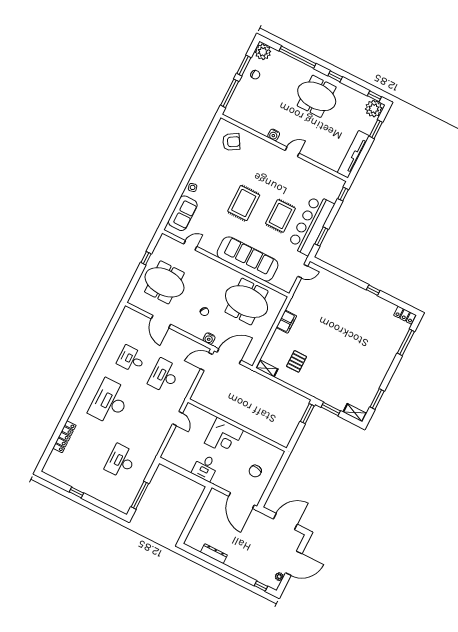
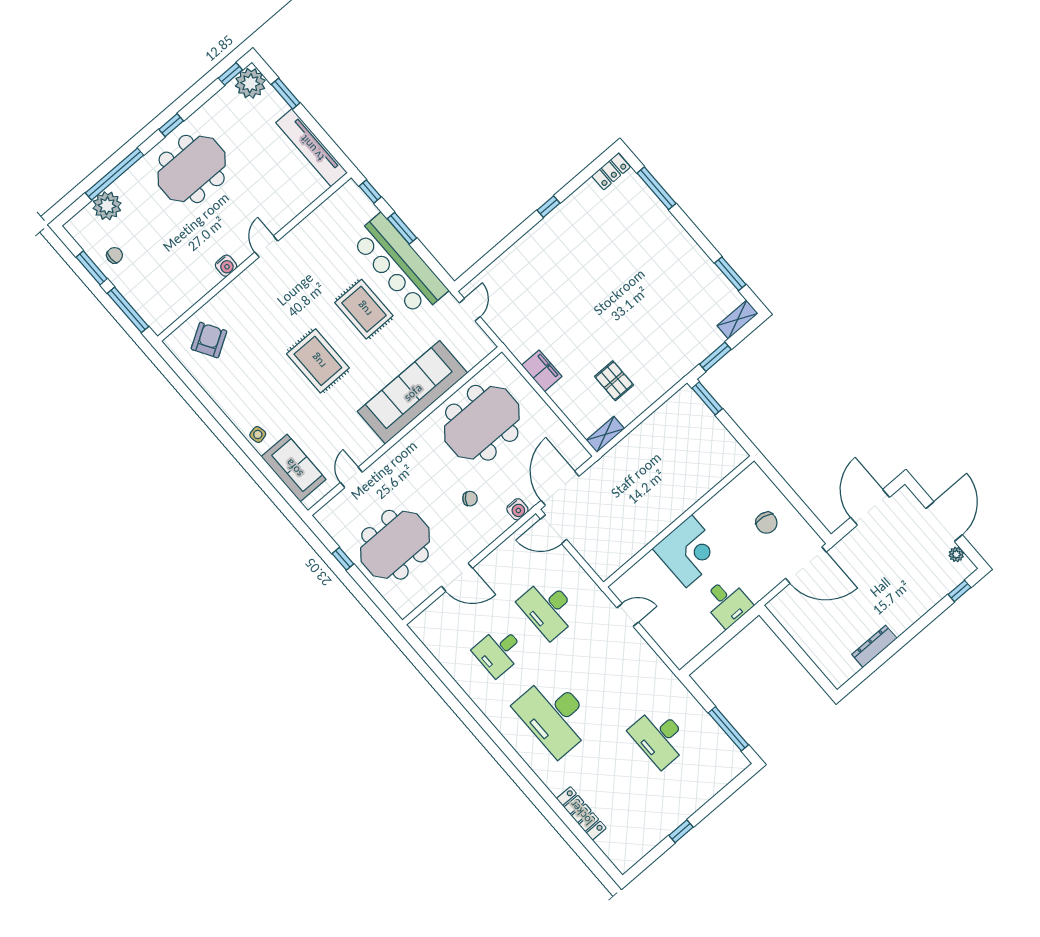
plant: (263, 52) -> (107, 206), moved
window: (321, 237) -> (402, 228), moved
door: (206, 362) -> (554, 529), hinge flipped

